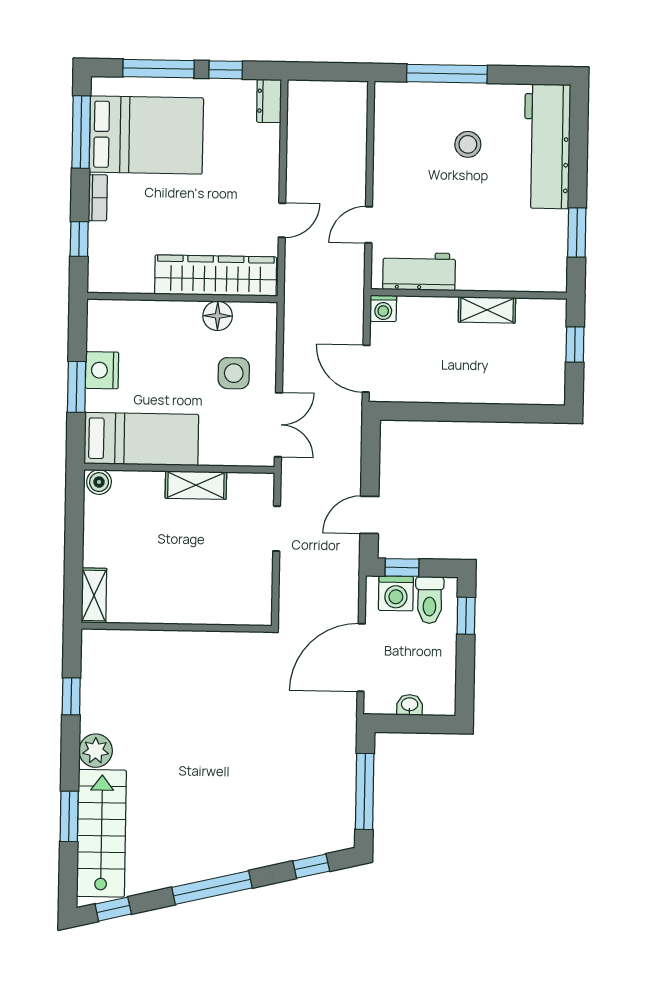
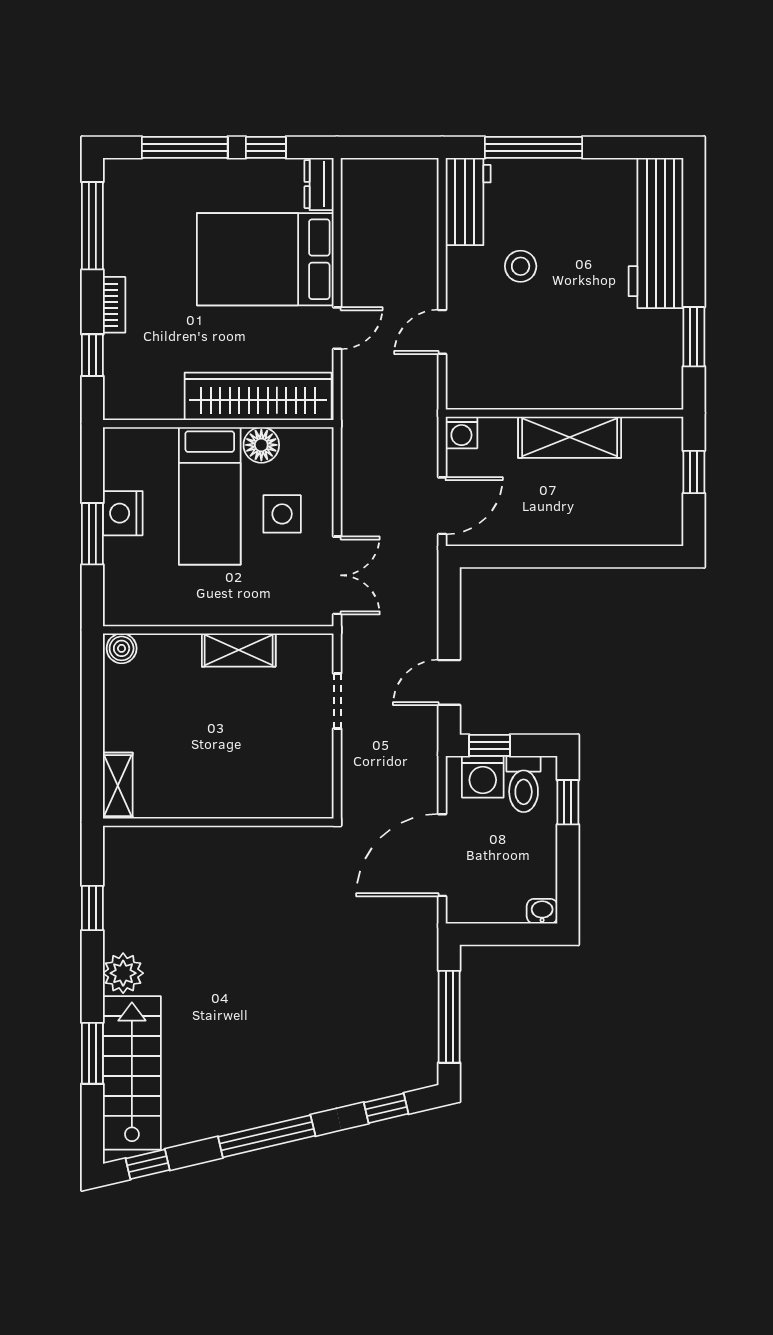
bed: (146, 135) -> (265, 259), moved, turned 180
stool: (468, 144) -> (521, 266), moved
workbench: (419, 271) -> (468, 202), moved, turned 90
shelving: (487, 310) -> (570, 437), width x1.50, depth x1.33
door: (366, 369) -> (442, 506), swing flipped
bed: (141, 439) -> (210, 496), moved, turned 90
washbasin: (410, 705) -> (542, 911), moved

